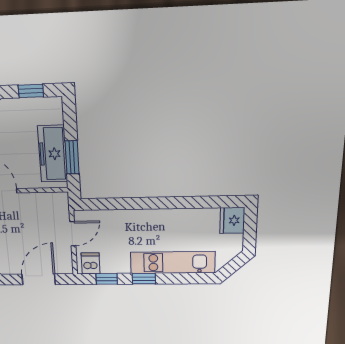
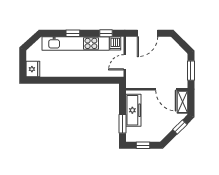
window: (72, 157) -> (123, 124), moved
kitchen unit: (173, 263) -> (76, 43), width x1.36
window: (144, 279) -> (73, 33), moved

